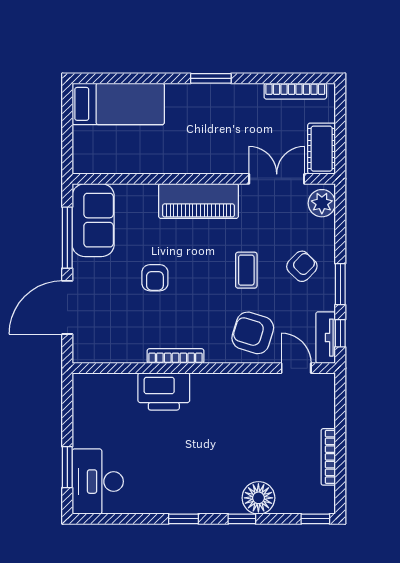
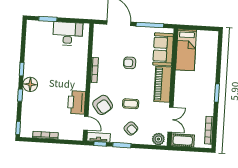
bed: (118, 104) -> (186, 50), moved
sofa: (93, 220) -> (163, 49), moved, turned 90
armchair: (253, 333) -> (103, 105), turned 125
door: (296, 368) -> (86, 123), hinge flipped
printer: (164, 391) -> (77, 102), moved
desk: (98, 482) -> (68, 34), moved
floor lamp: (258, 498) -> (30, 84), moved

